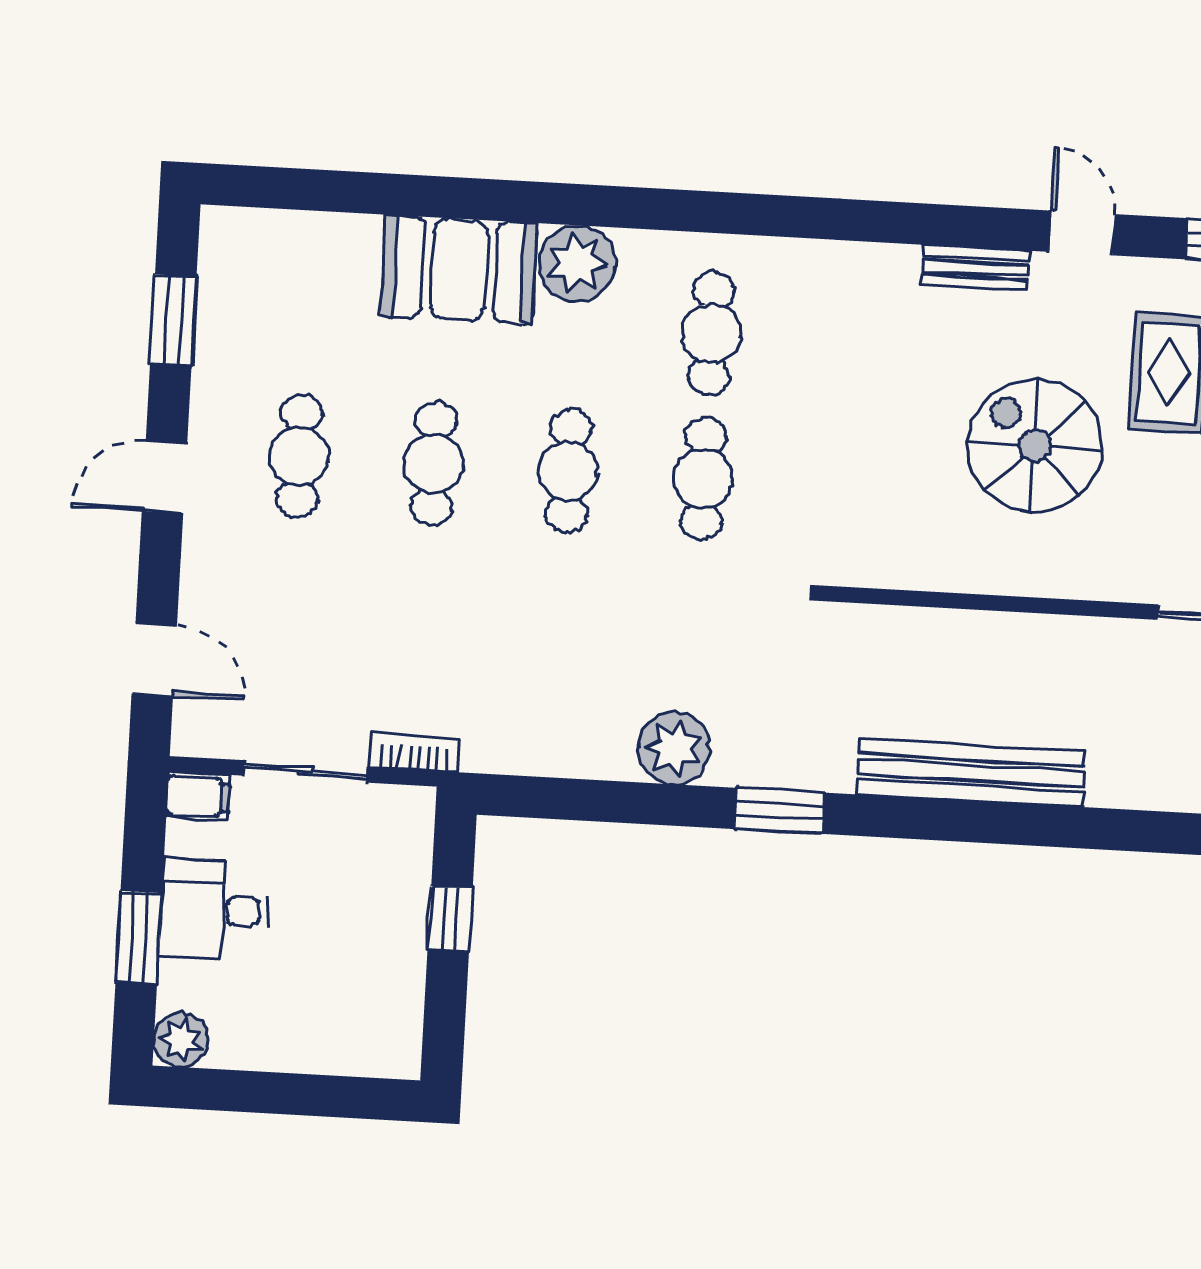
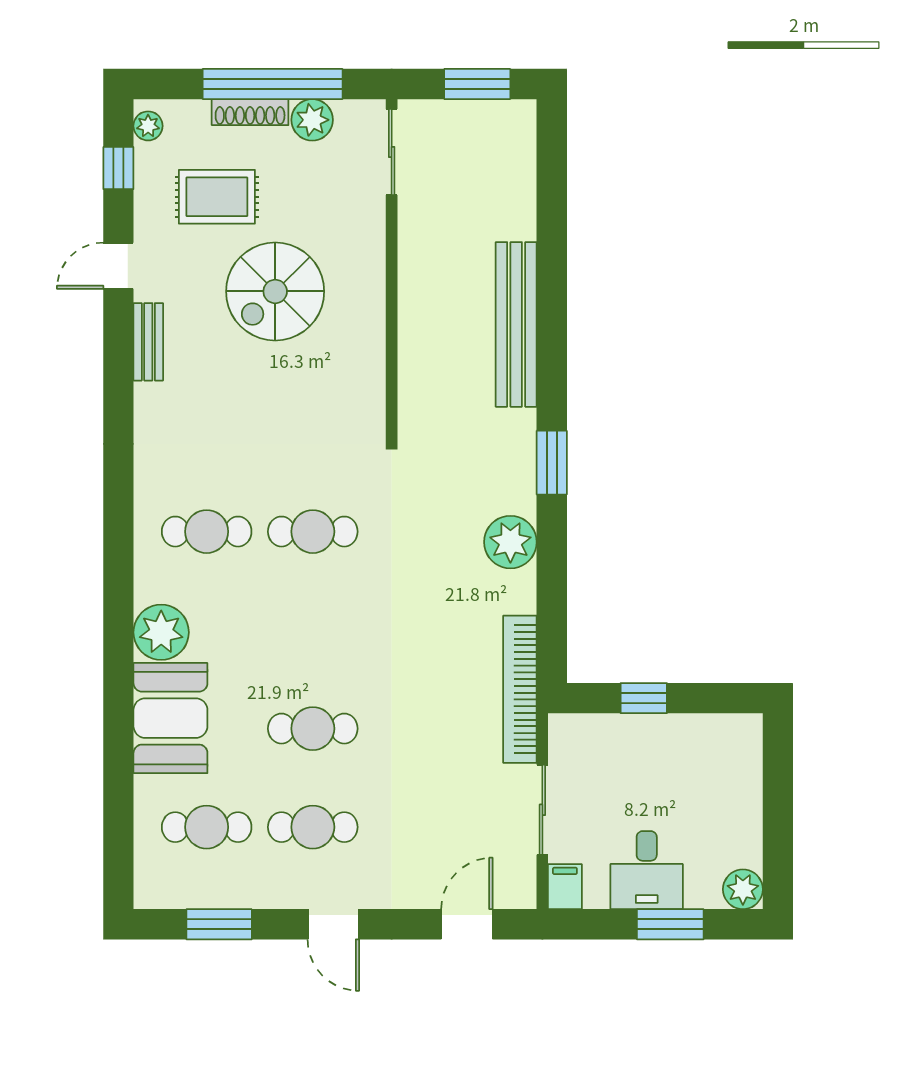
cafe table: (569, 471) -> (207, 827), moved
bookcase: (414, 752) -> (520, 689), width x2.31, depth x1.31

